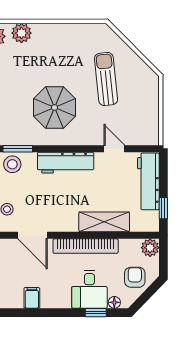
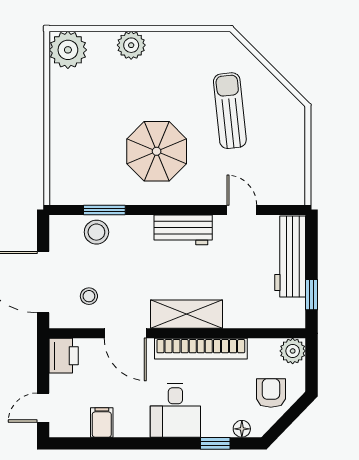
plant: (21, 33) -> (131, 45), moved
workbench: (66, 163) -> (183, 230), width x0.73
shelving: (104, 222) -> (187, 314), moved
desk: (89, 289) -> (175, 410), moved
filing cabinet: (32, 298) -> (102, 422), moved

